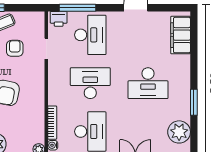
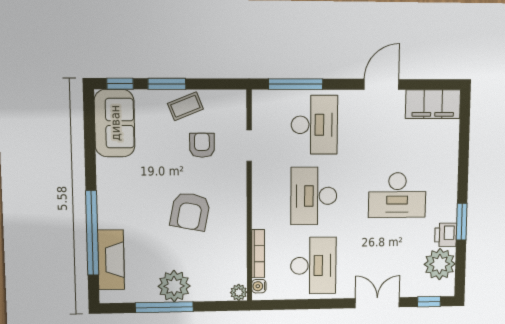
printer: (59, 19) -> (446, 235), moved, turned 90
filing cabinet: (181, 35) -> (433, 104), moved, turned -90
desk: (90, 83) -> (314, 196), turned -90

